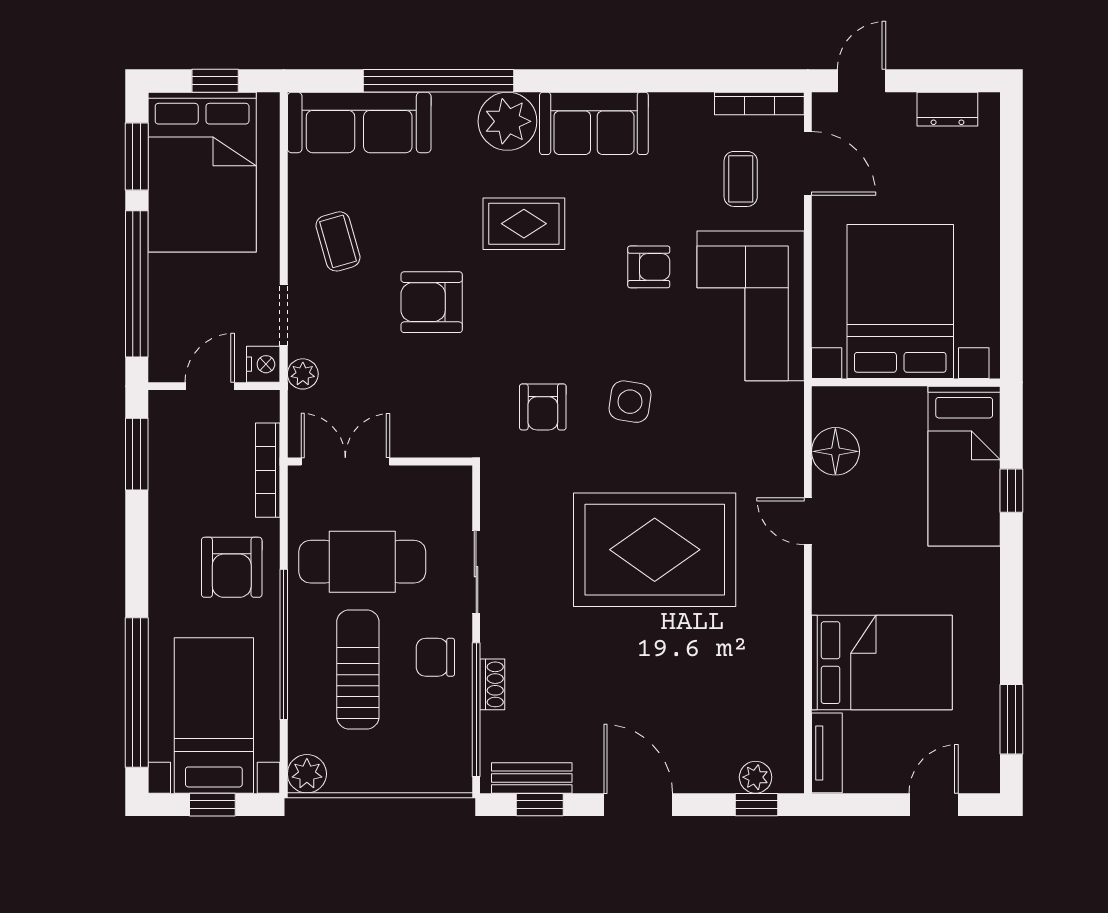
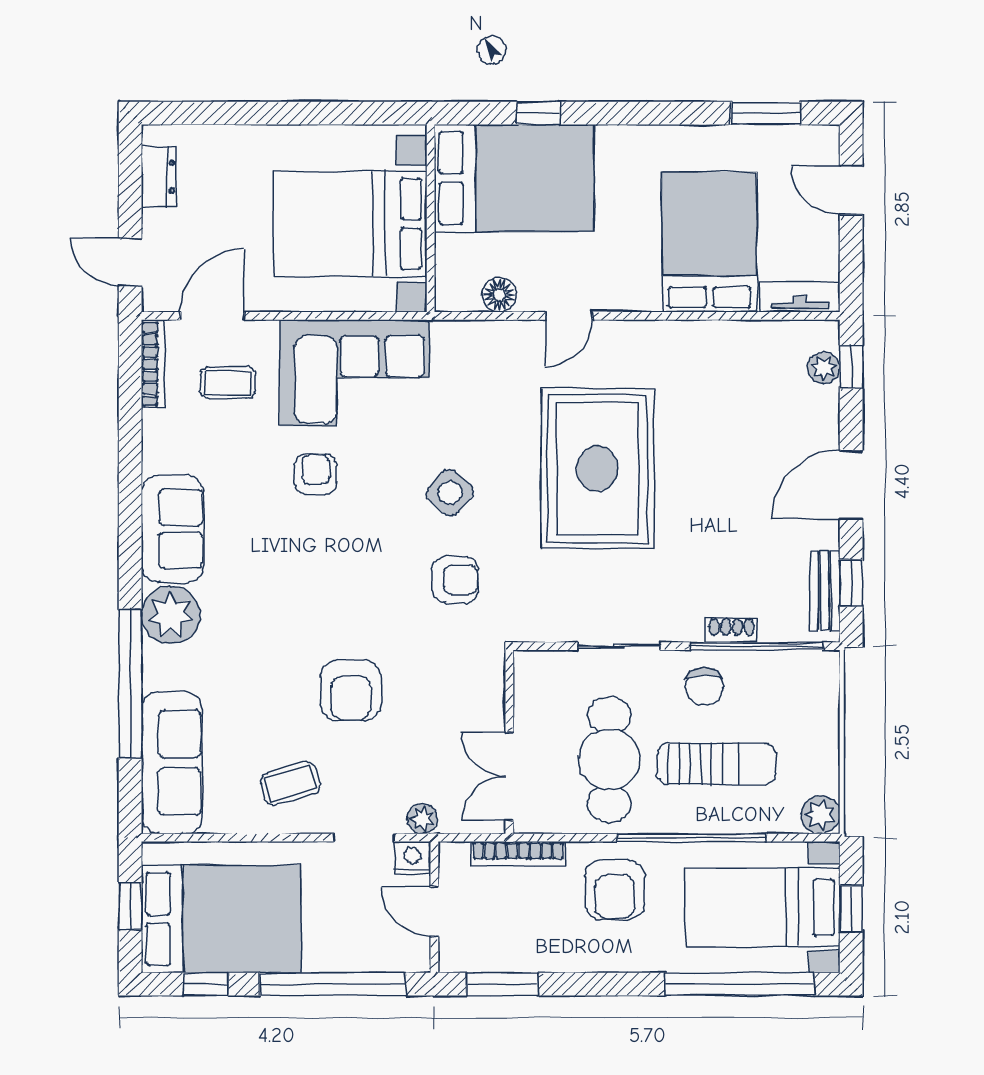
window: (137, 157) -> (206, 984), width x0.67
rug: (524, 224) -> (273, 599), removed
side table: (630, 402) -> (450, 493), turned 32
floor lamp: (835, 451) -> (499, 295), width x0.73, depth x0.73
bed: (964, 466) -> (514, 178), width x1.50
armchair: (232, 567) -> (615, 890), turned 90
sun lounger: (358, 669) -> (717, 764), turned 180

